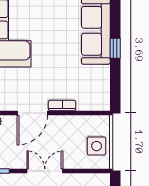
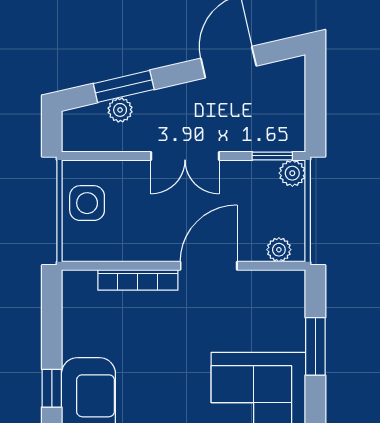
bookcase: (62, 105) -> (138, 280), width x1.56

